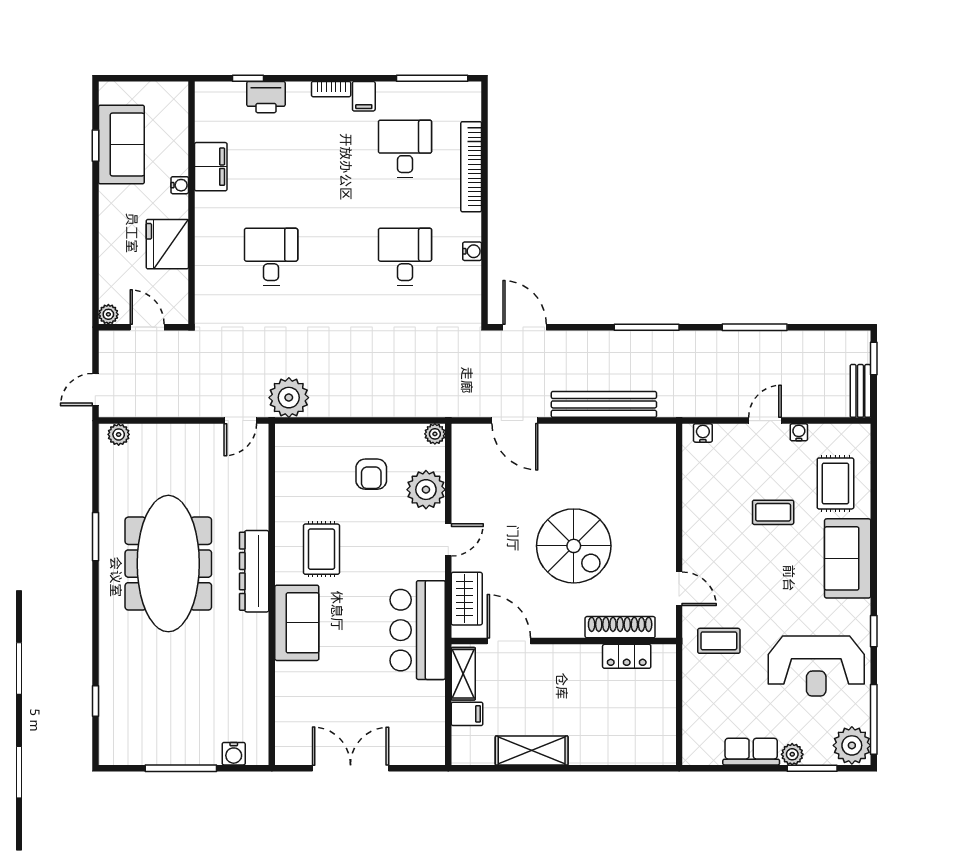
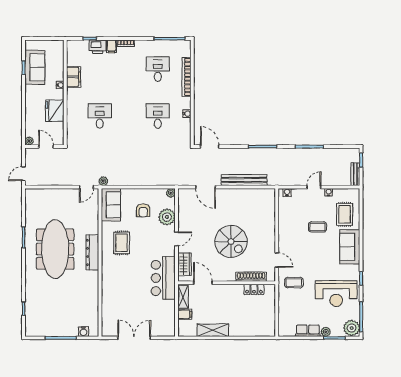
filing cabinet: (364, 96) -> (112, 46), moved
plant: (289, 398) -> (103, 181), width x0.53, depth x0.53
plant: (119, 434) -> (34, 193), removed
sofa: (297, 623) -> (111, 205), moved

